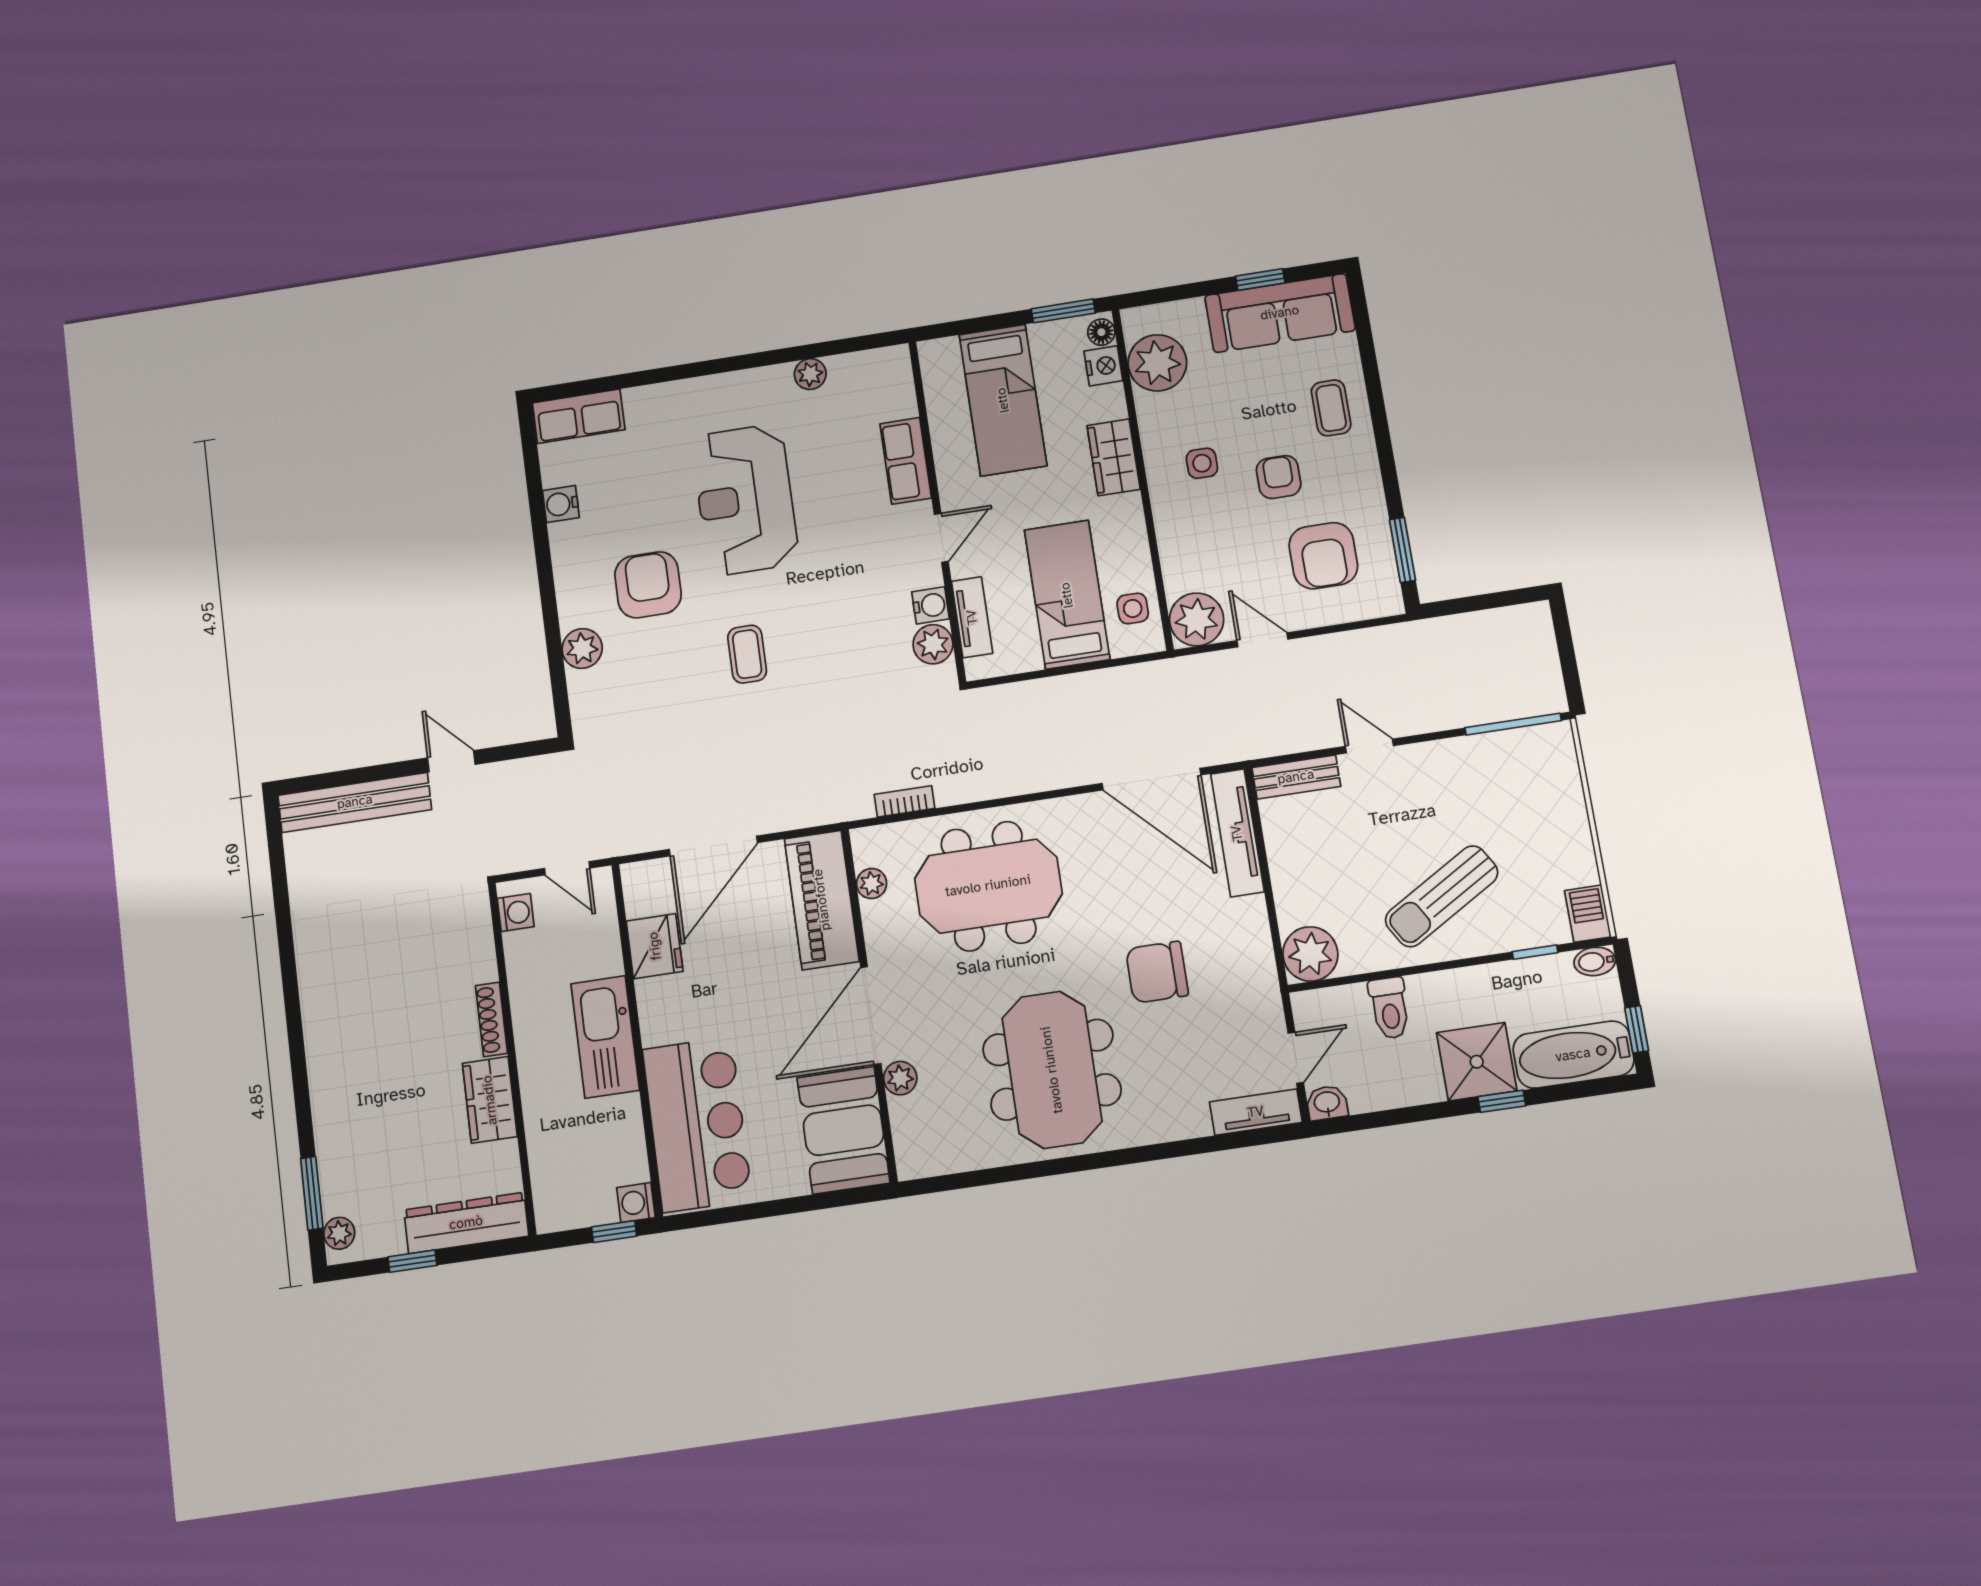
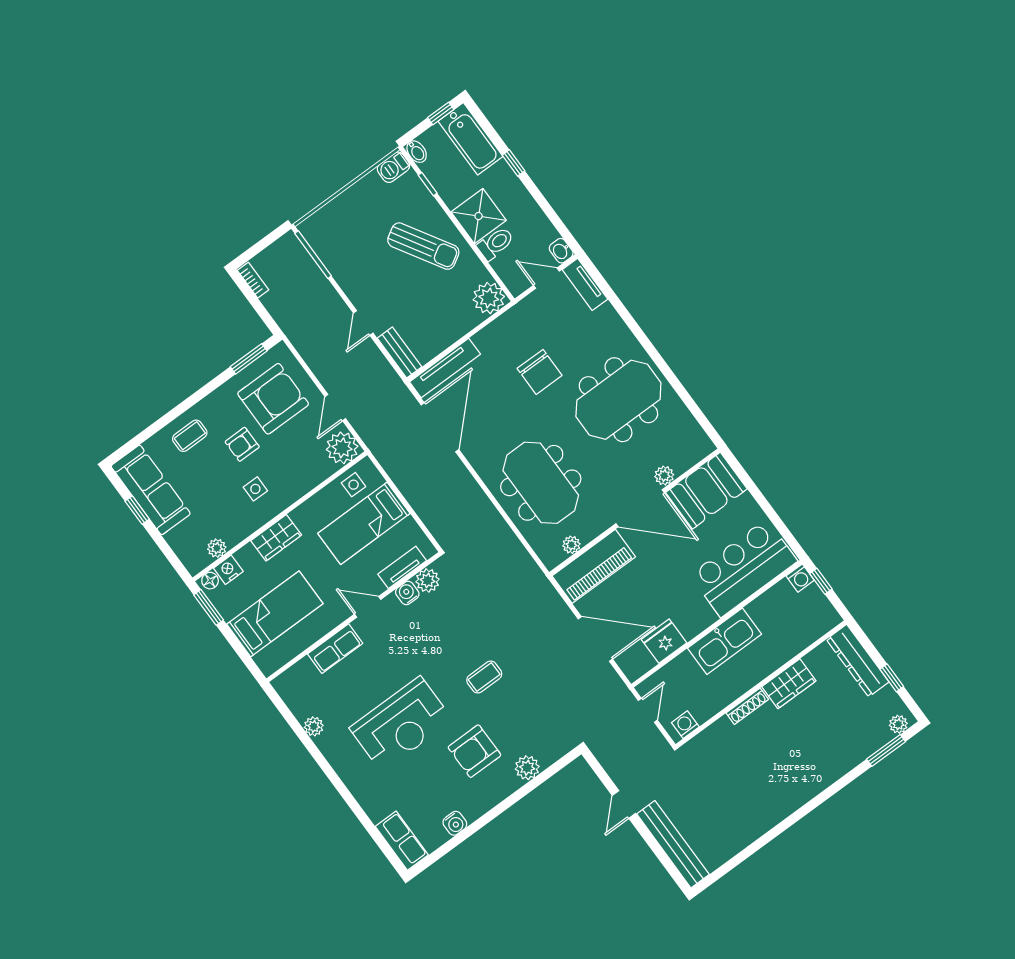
plant: (1157, 363) -> (217, 548), width x0.53, depth x0.53
armchair: (1323, 556) -> (273, 399), width x1.36, depth x1.36
bookcase: (904, 801) -> (253, 280), moved, turned 180
shower: (1477, 1062) -> (479, 216), moved

